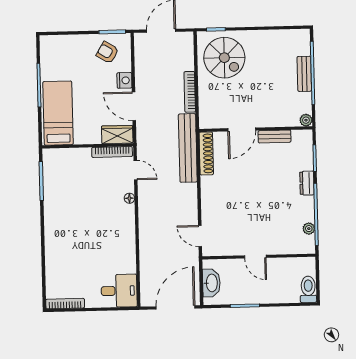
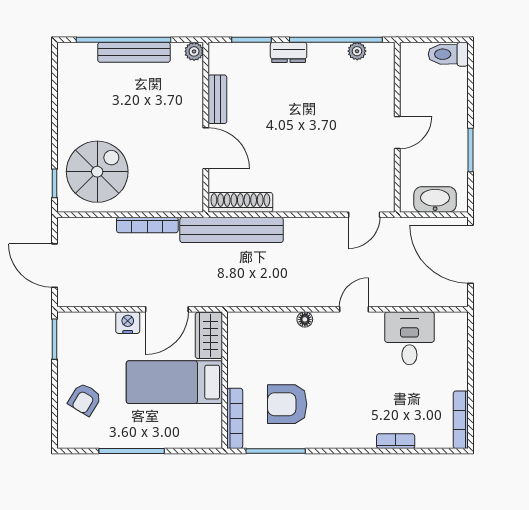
armchair: (107, 52) -> (85, 399), moved
bench: (304, 74) -> (134, 52), width x1.36
bed: (58, 113) -> (174, 382), moved
bookcase: (112, 152) -> (235, 418), moved
door: (135, 170) -> (354, 309), moved
armchair: (73, 188) -> (287, 404), added
bookcase: (50, 261) -> (396, 441), added
desk: (119, 291) -> (409, 338), moved

